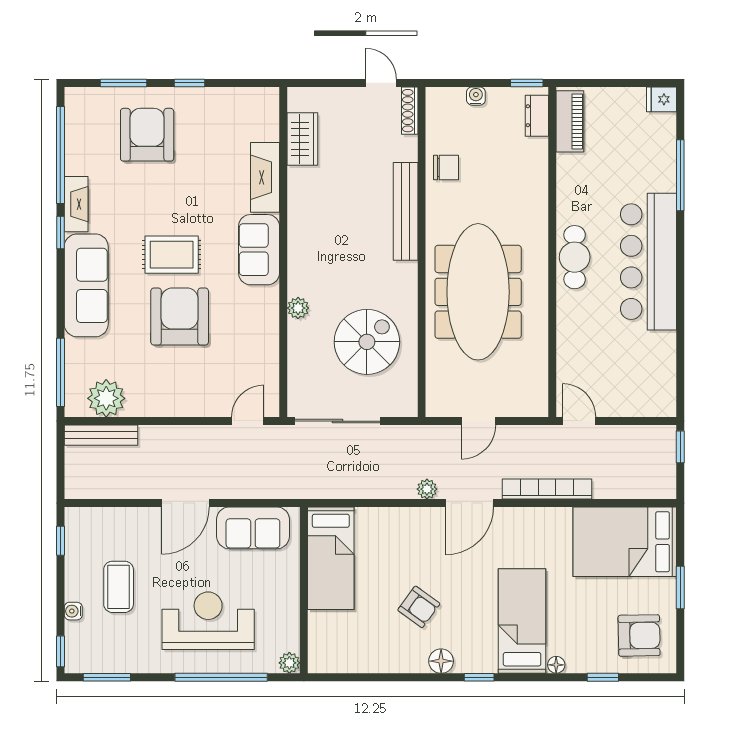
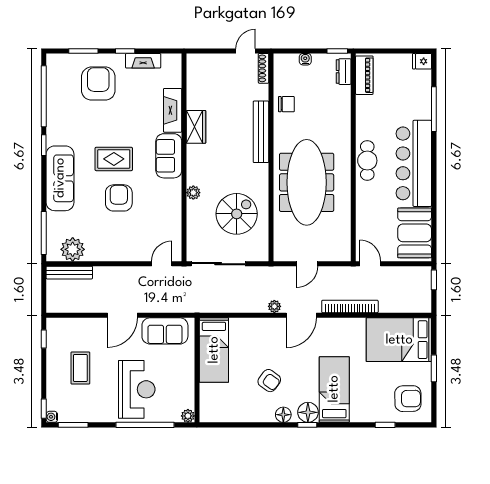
door: (381, 83) -> (246, 51), hinge flipped
wardrobe: (302, 139) -> (196, 127), moved
fireplace: (76, 204) -> (143, 61), moved, turned 90
armchair: (180, 317) -> (119, 198), width x0.73, depth x0.73
booth: (650, 372) -> (415, 233), added
water cooler: (73, 611) -> (52, 417), moved
reception desk: (208, 621) -> (137, 389), turned 90
floor lamp: (556, 665) -> (308, 412), moved, width x1.89, depth x1.89

